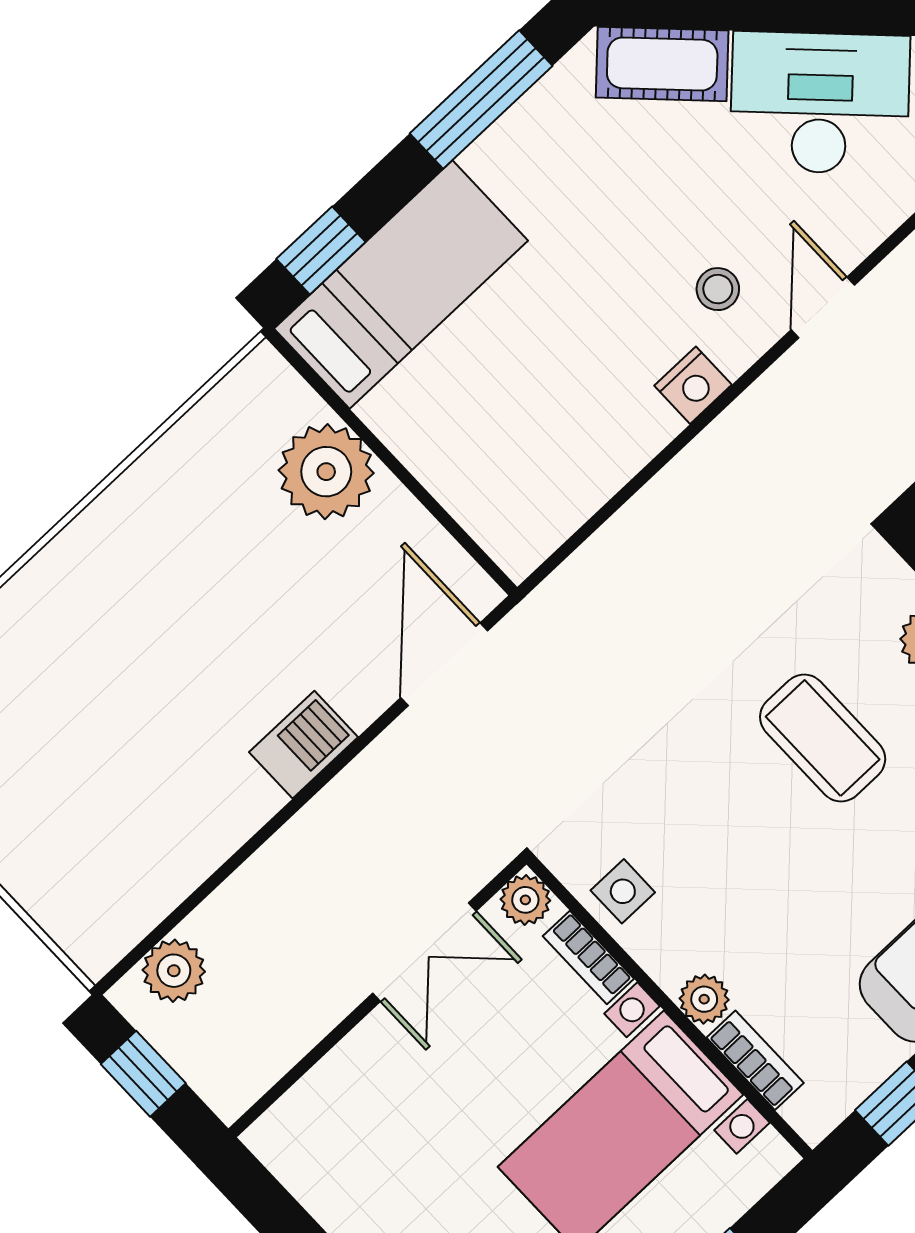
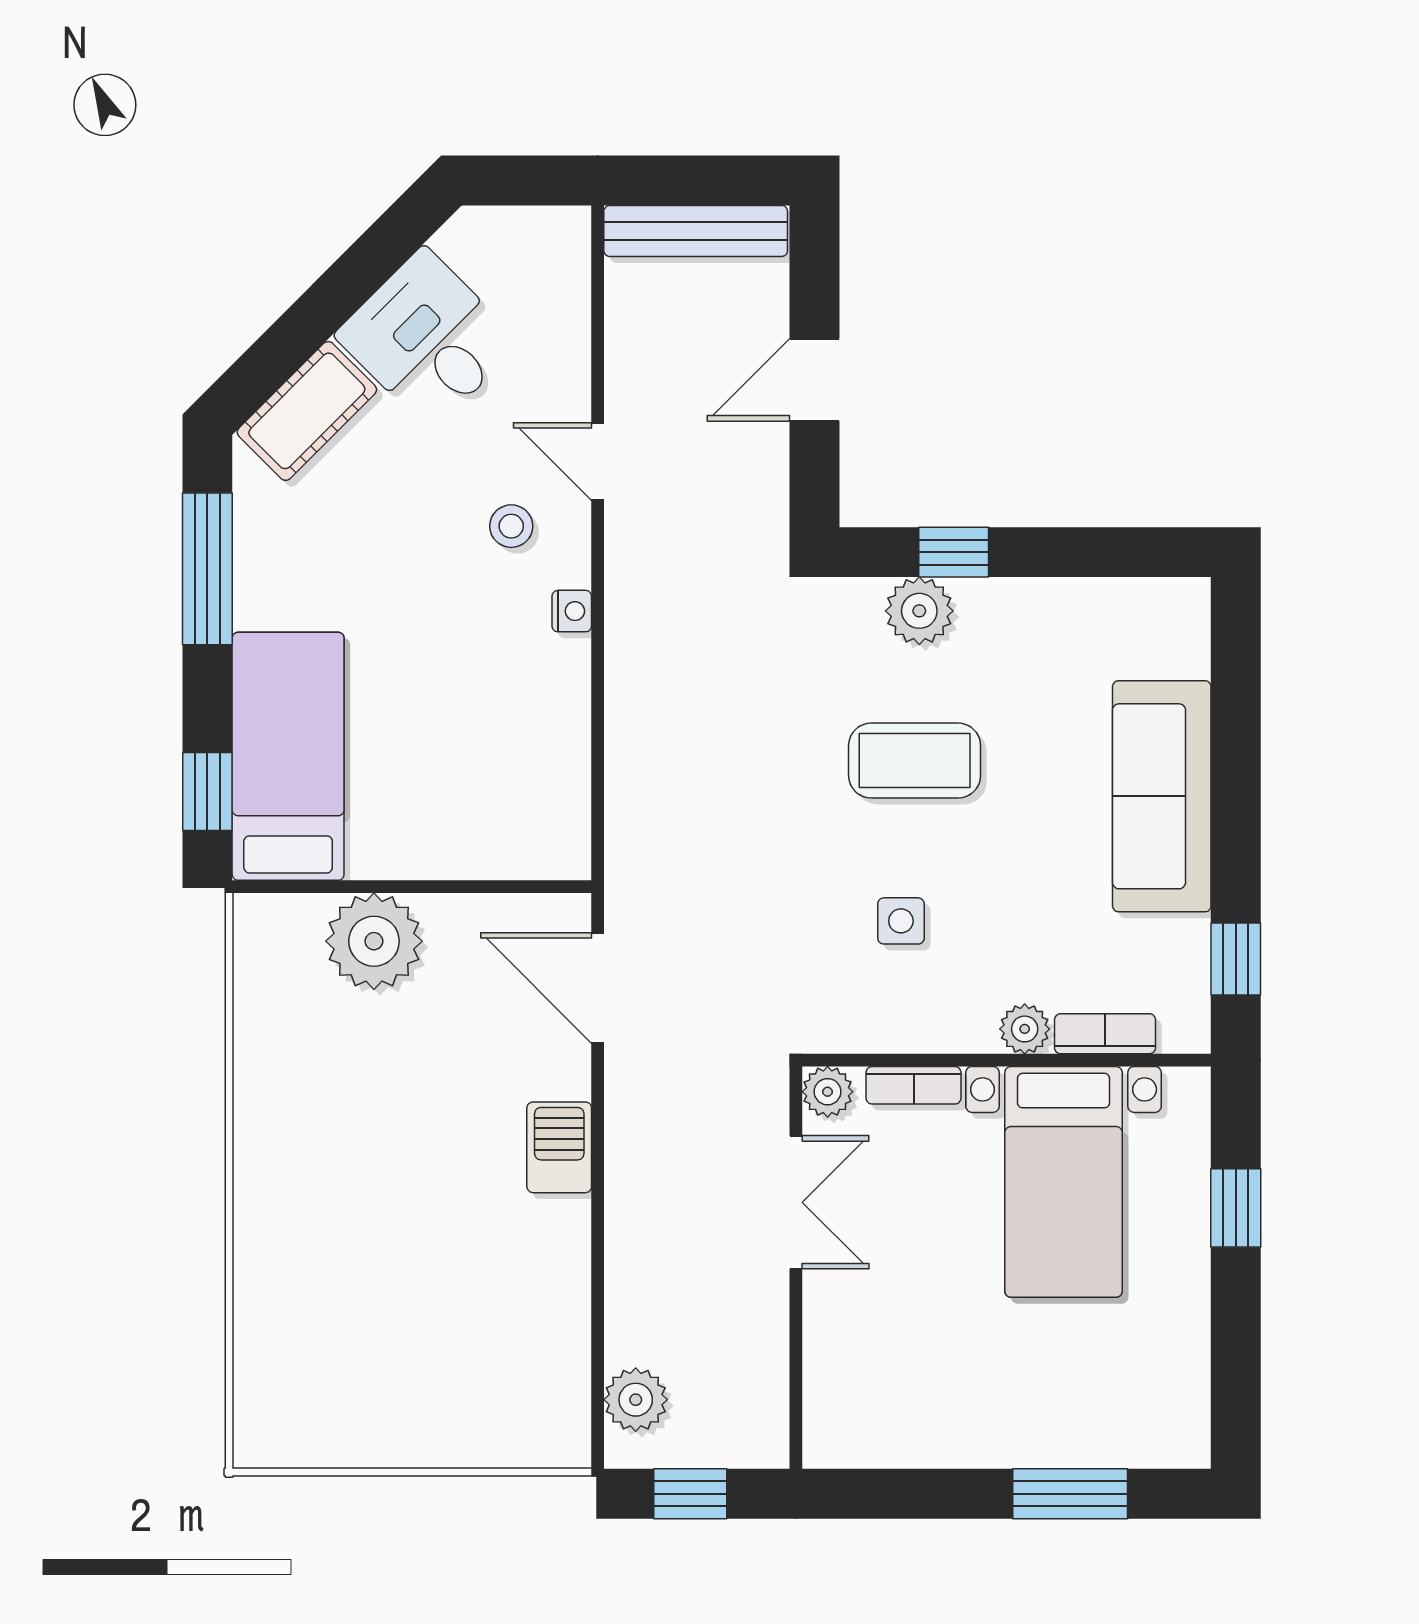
desk: (820, 103) -> (428, 339), width x0.73
nightstand: (693, 385) -> (572, 611), width x0.72, depth x0.74
side table: (623, 891) -> (901, 921), moved

